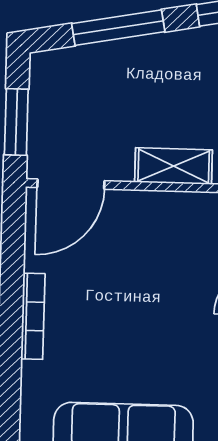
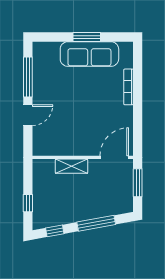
bookcase: (33, 316) -> (128, 87), moved

